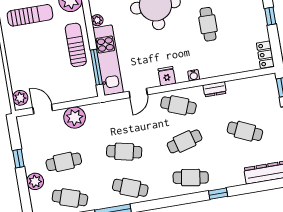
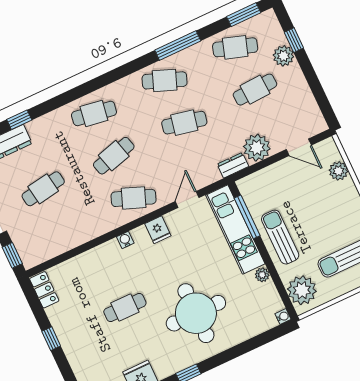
cafe table: (208, 24) -> (125, 307), turned 90
sun lounger: (76, 45) -> (280, 237), turned 180
dresser: (215, 89) -> (233, 165), moved
plant: (20, 98) -> (338, 171), moved
cafe table: (245, 131) -> (43, 189), turned -33
window: (18, 159) -> (294, 40), moved
window: (218, 194) -> (19, 120), moved

